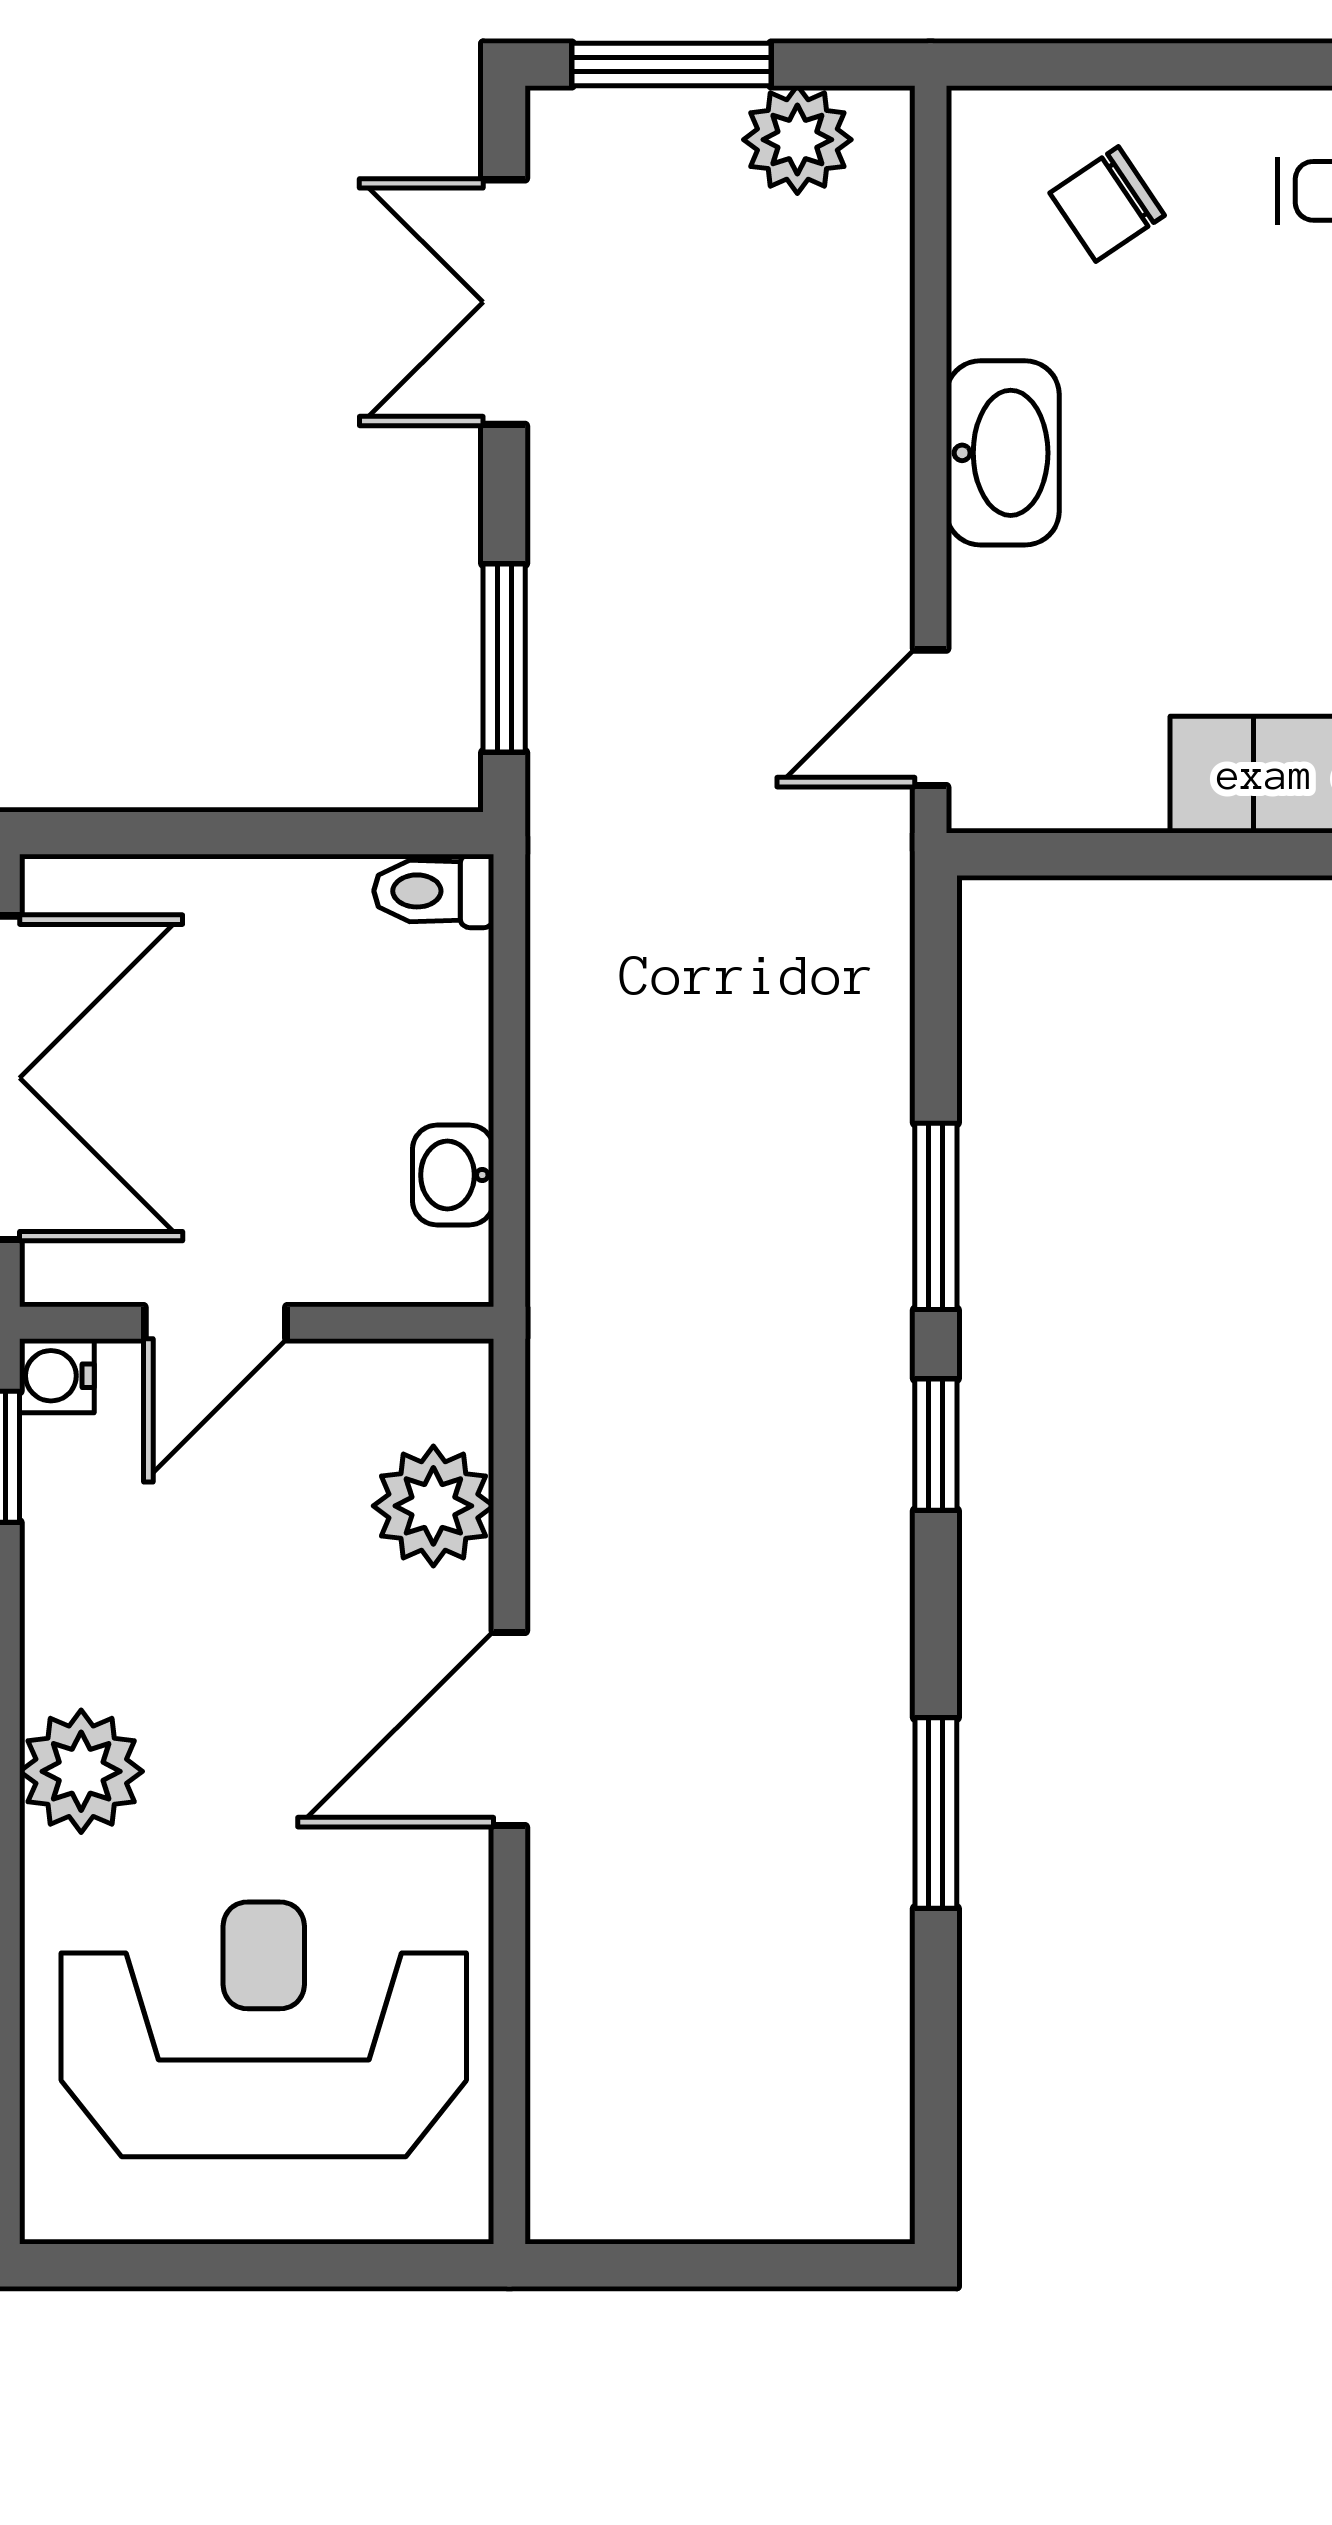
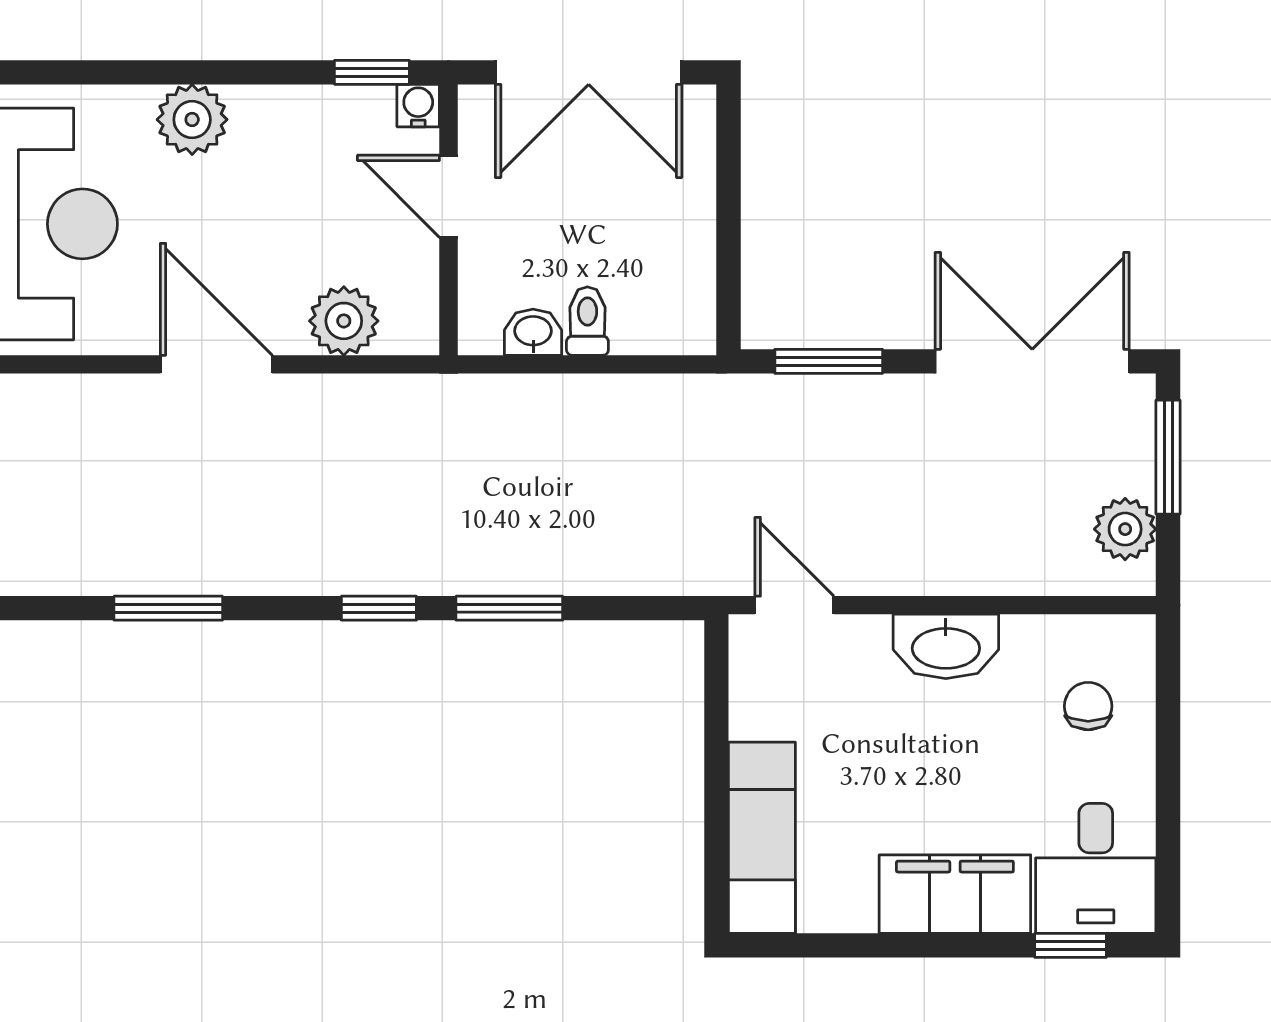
chair: (1107, 204) -> (1088, 706), turned 34
double door: (504, 302) -> (1032, 361), width x1.37
toilet: (434, 891) -> (587, 321), moved

